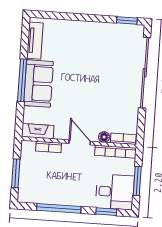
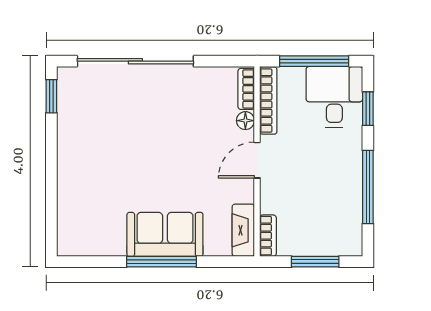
tv unit: (35, 41) -> (95, 245), removed
bookcase: (49, 147) -> (268, 236), moved
window: (137, 181) -> (314, 61), width x1.44

